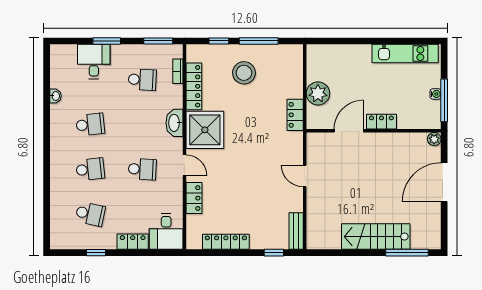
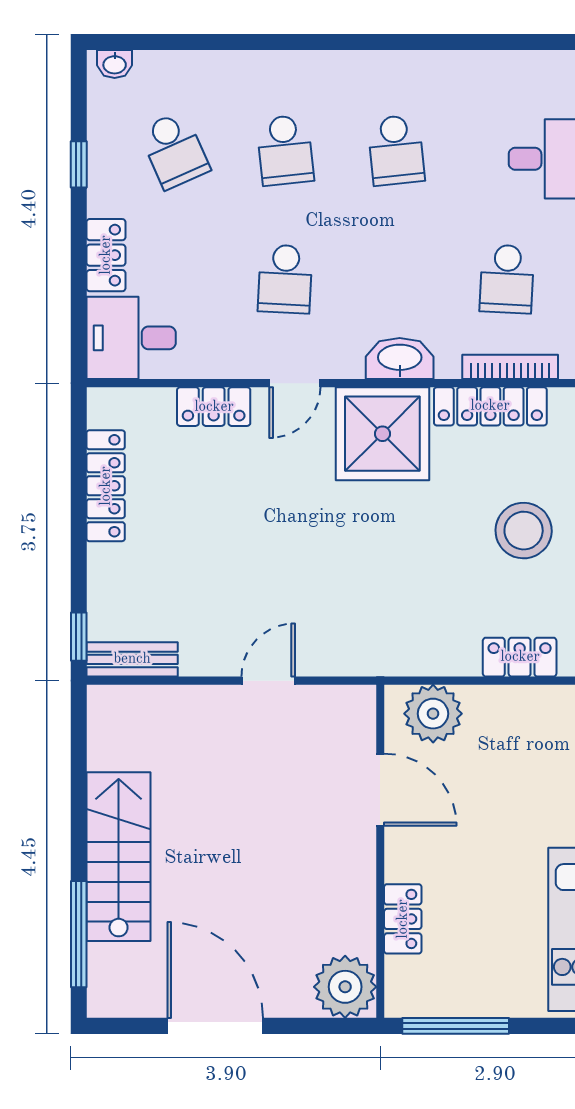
bookcase: (178, 71) -> (510, 367), width x1.56
plant: (318, 93) -> (433, 714), moved
water cooler: (435, 94) -> (471, 1004), removed
washbasin: (55, 96) -> (115, 64), moved
locker: (295, 115) -> (520, 657), moved
locker: (381, 122) -> (403, 919), moved
plant: (434, 139) -> (345, 987), width x1.88, depth x1.88
door: (444, 182) -> (215, 1026), moved
school desk: (90, 214) -> (174, 150), turned -36
window: (274, 253) -> (79, 637), moved

